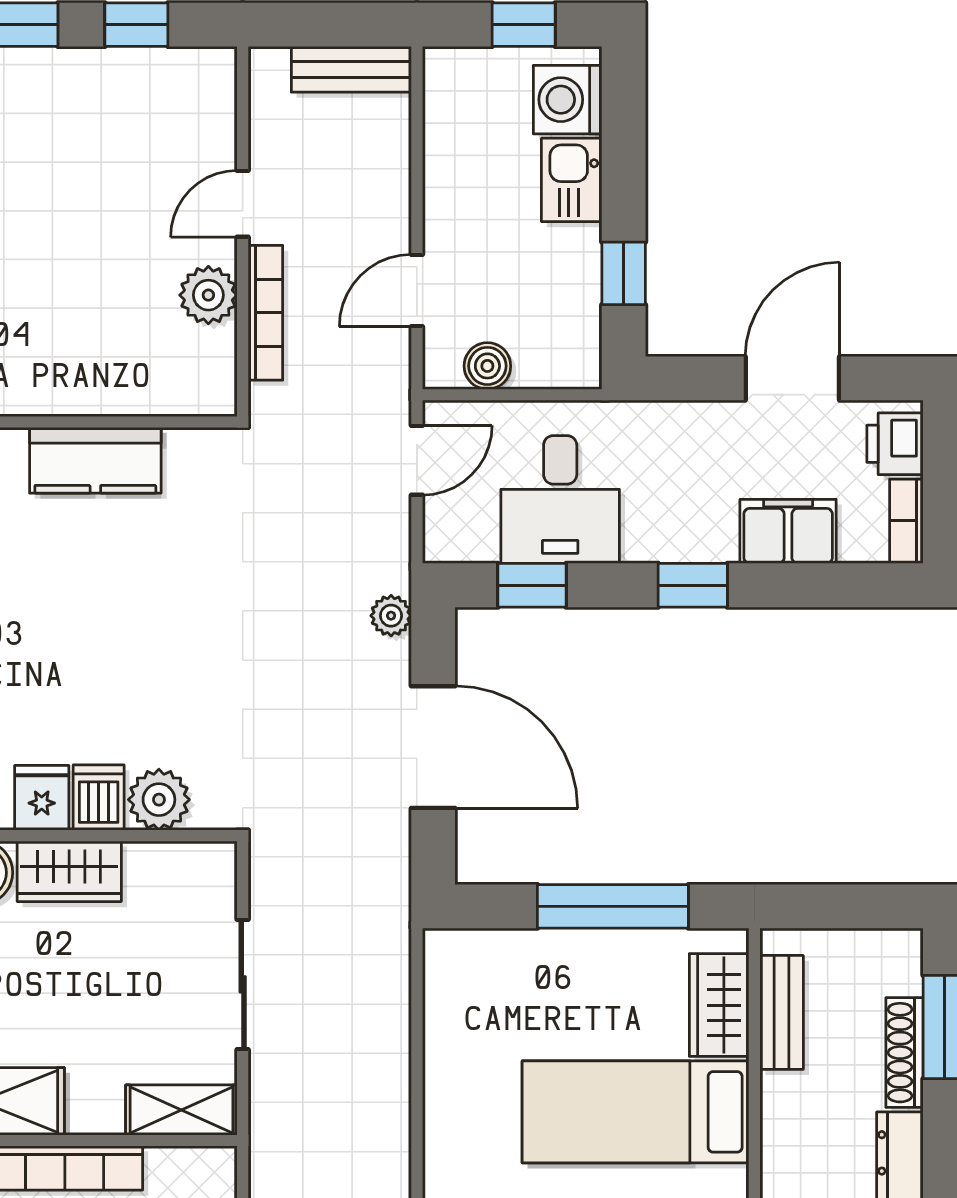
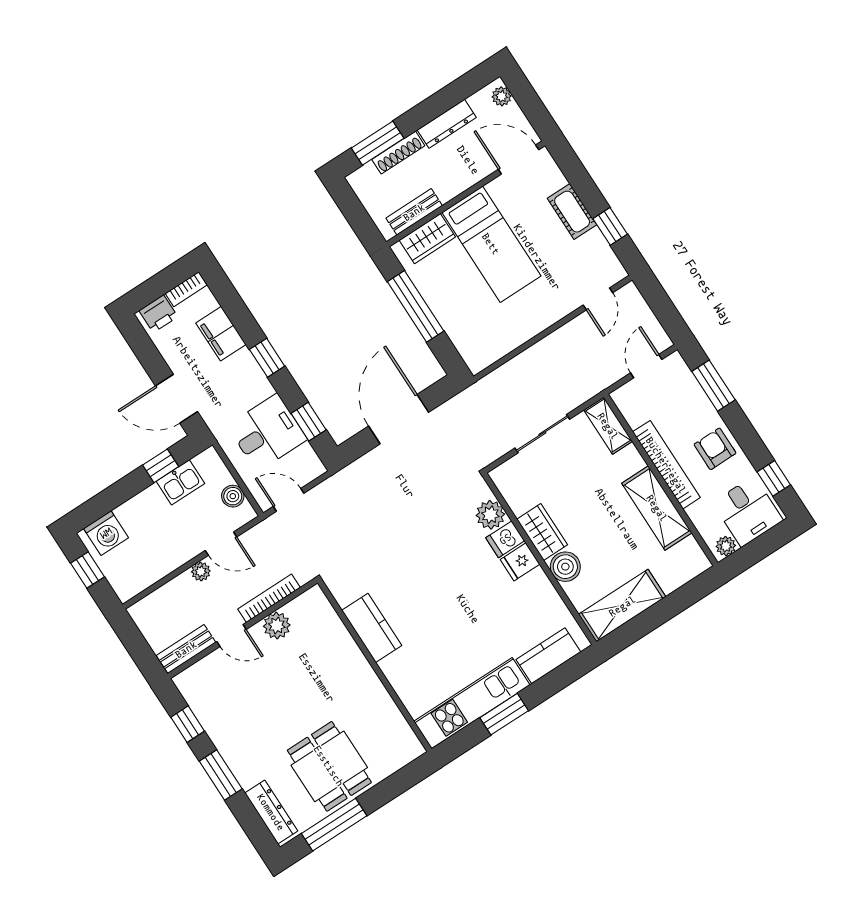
bench: (351, 69) -> (186, 649), moved, turned 90
kitchen sink: (572, 180) -> (180, 482), moved
door: (792, 378) -> (177, 399), moved
plant: (391, 616) -> (201, 571), moved

